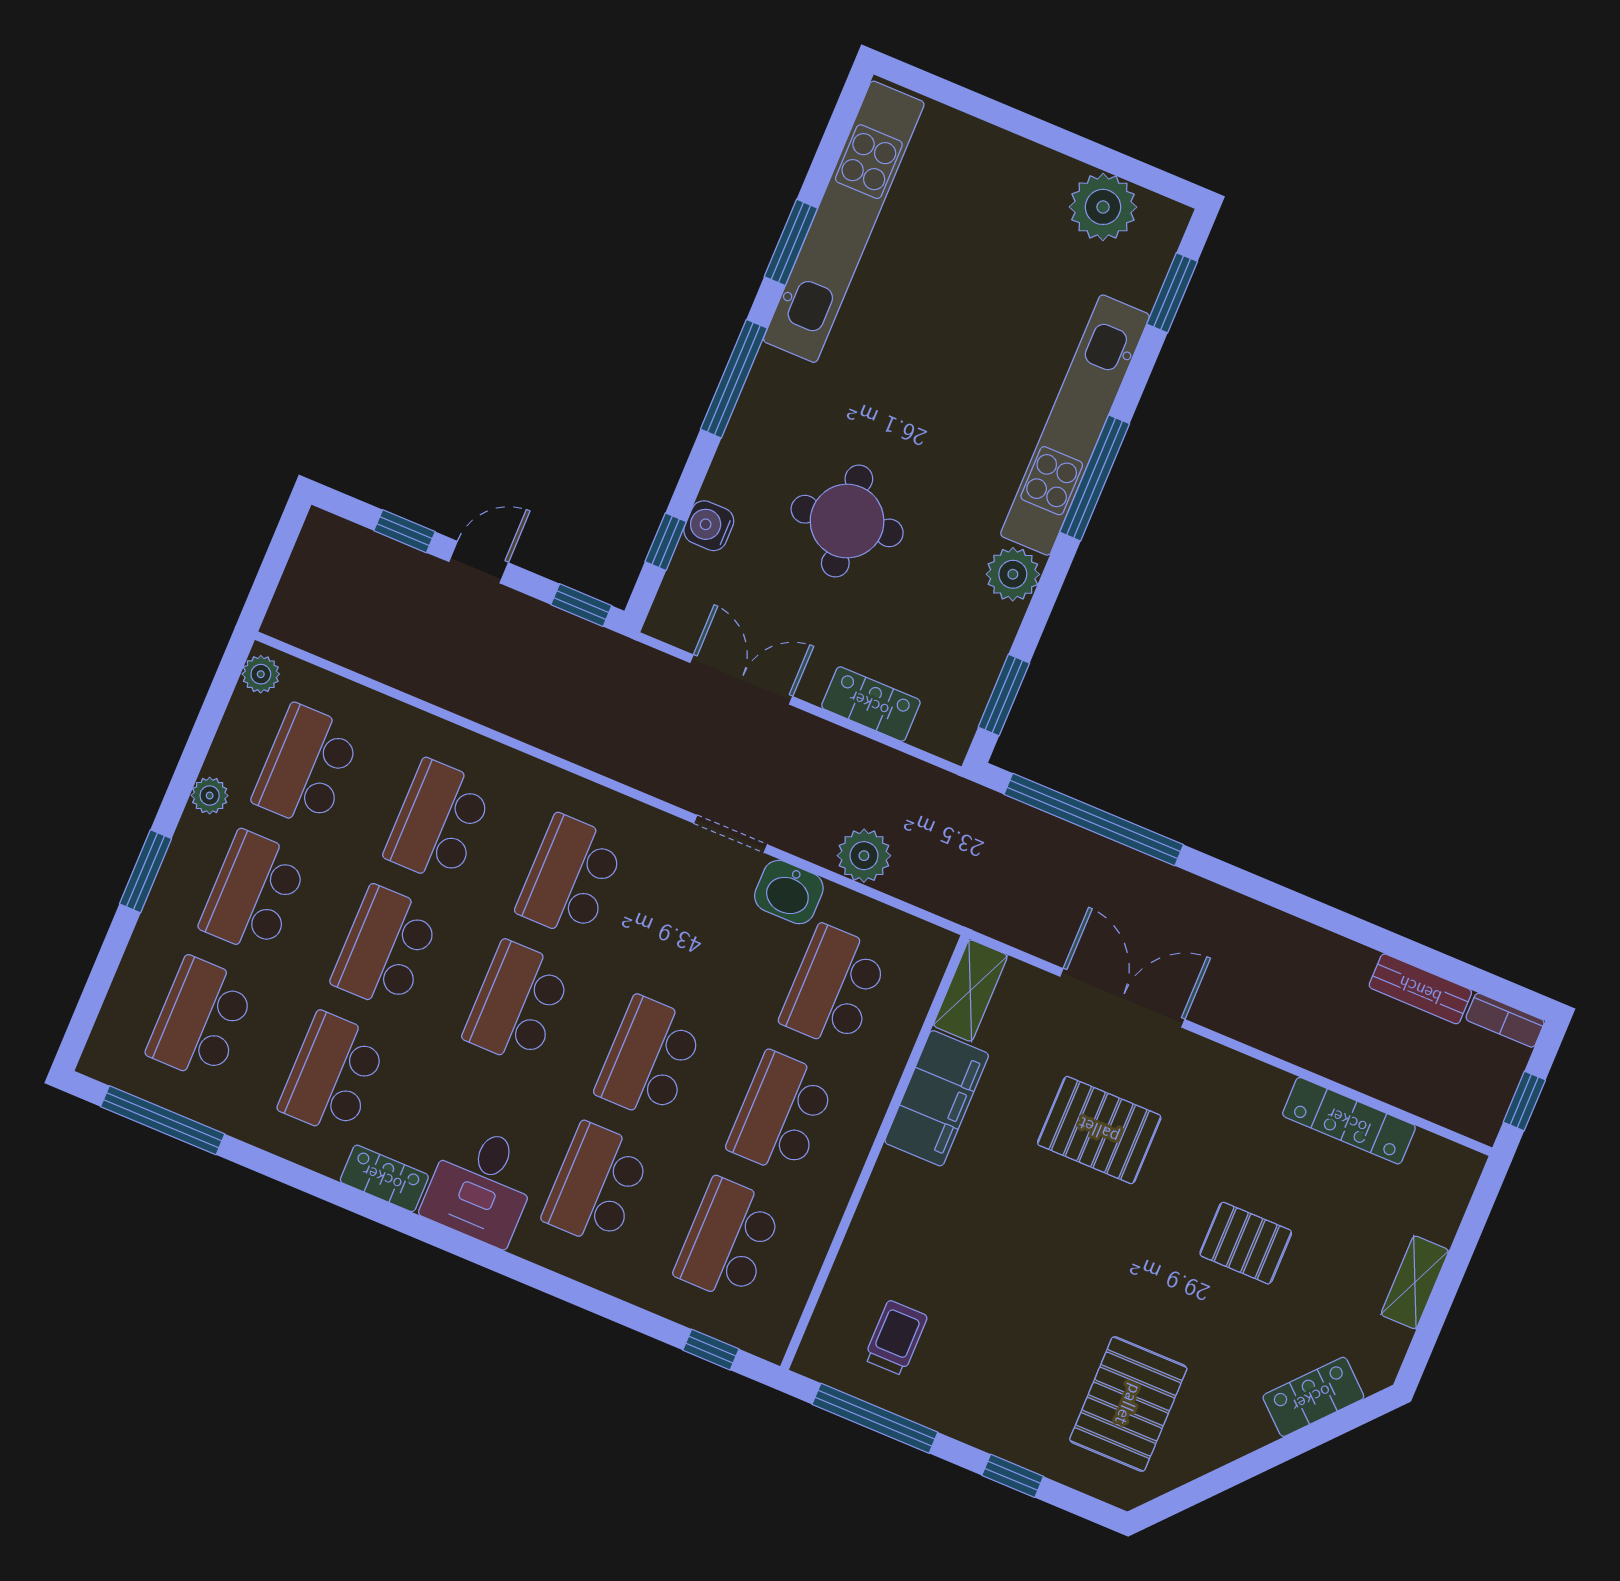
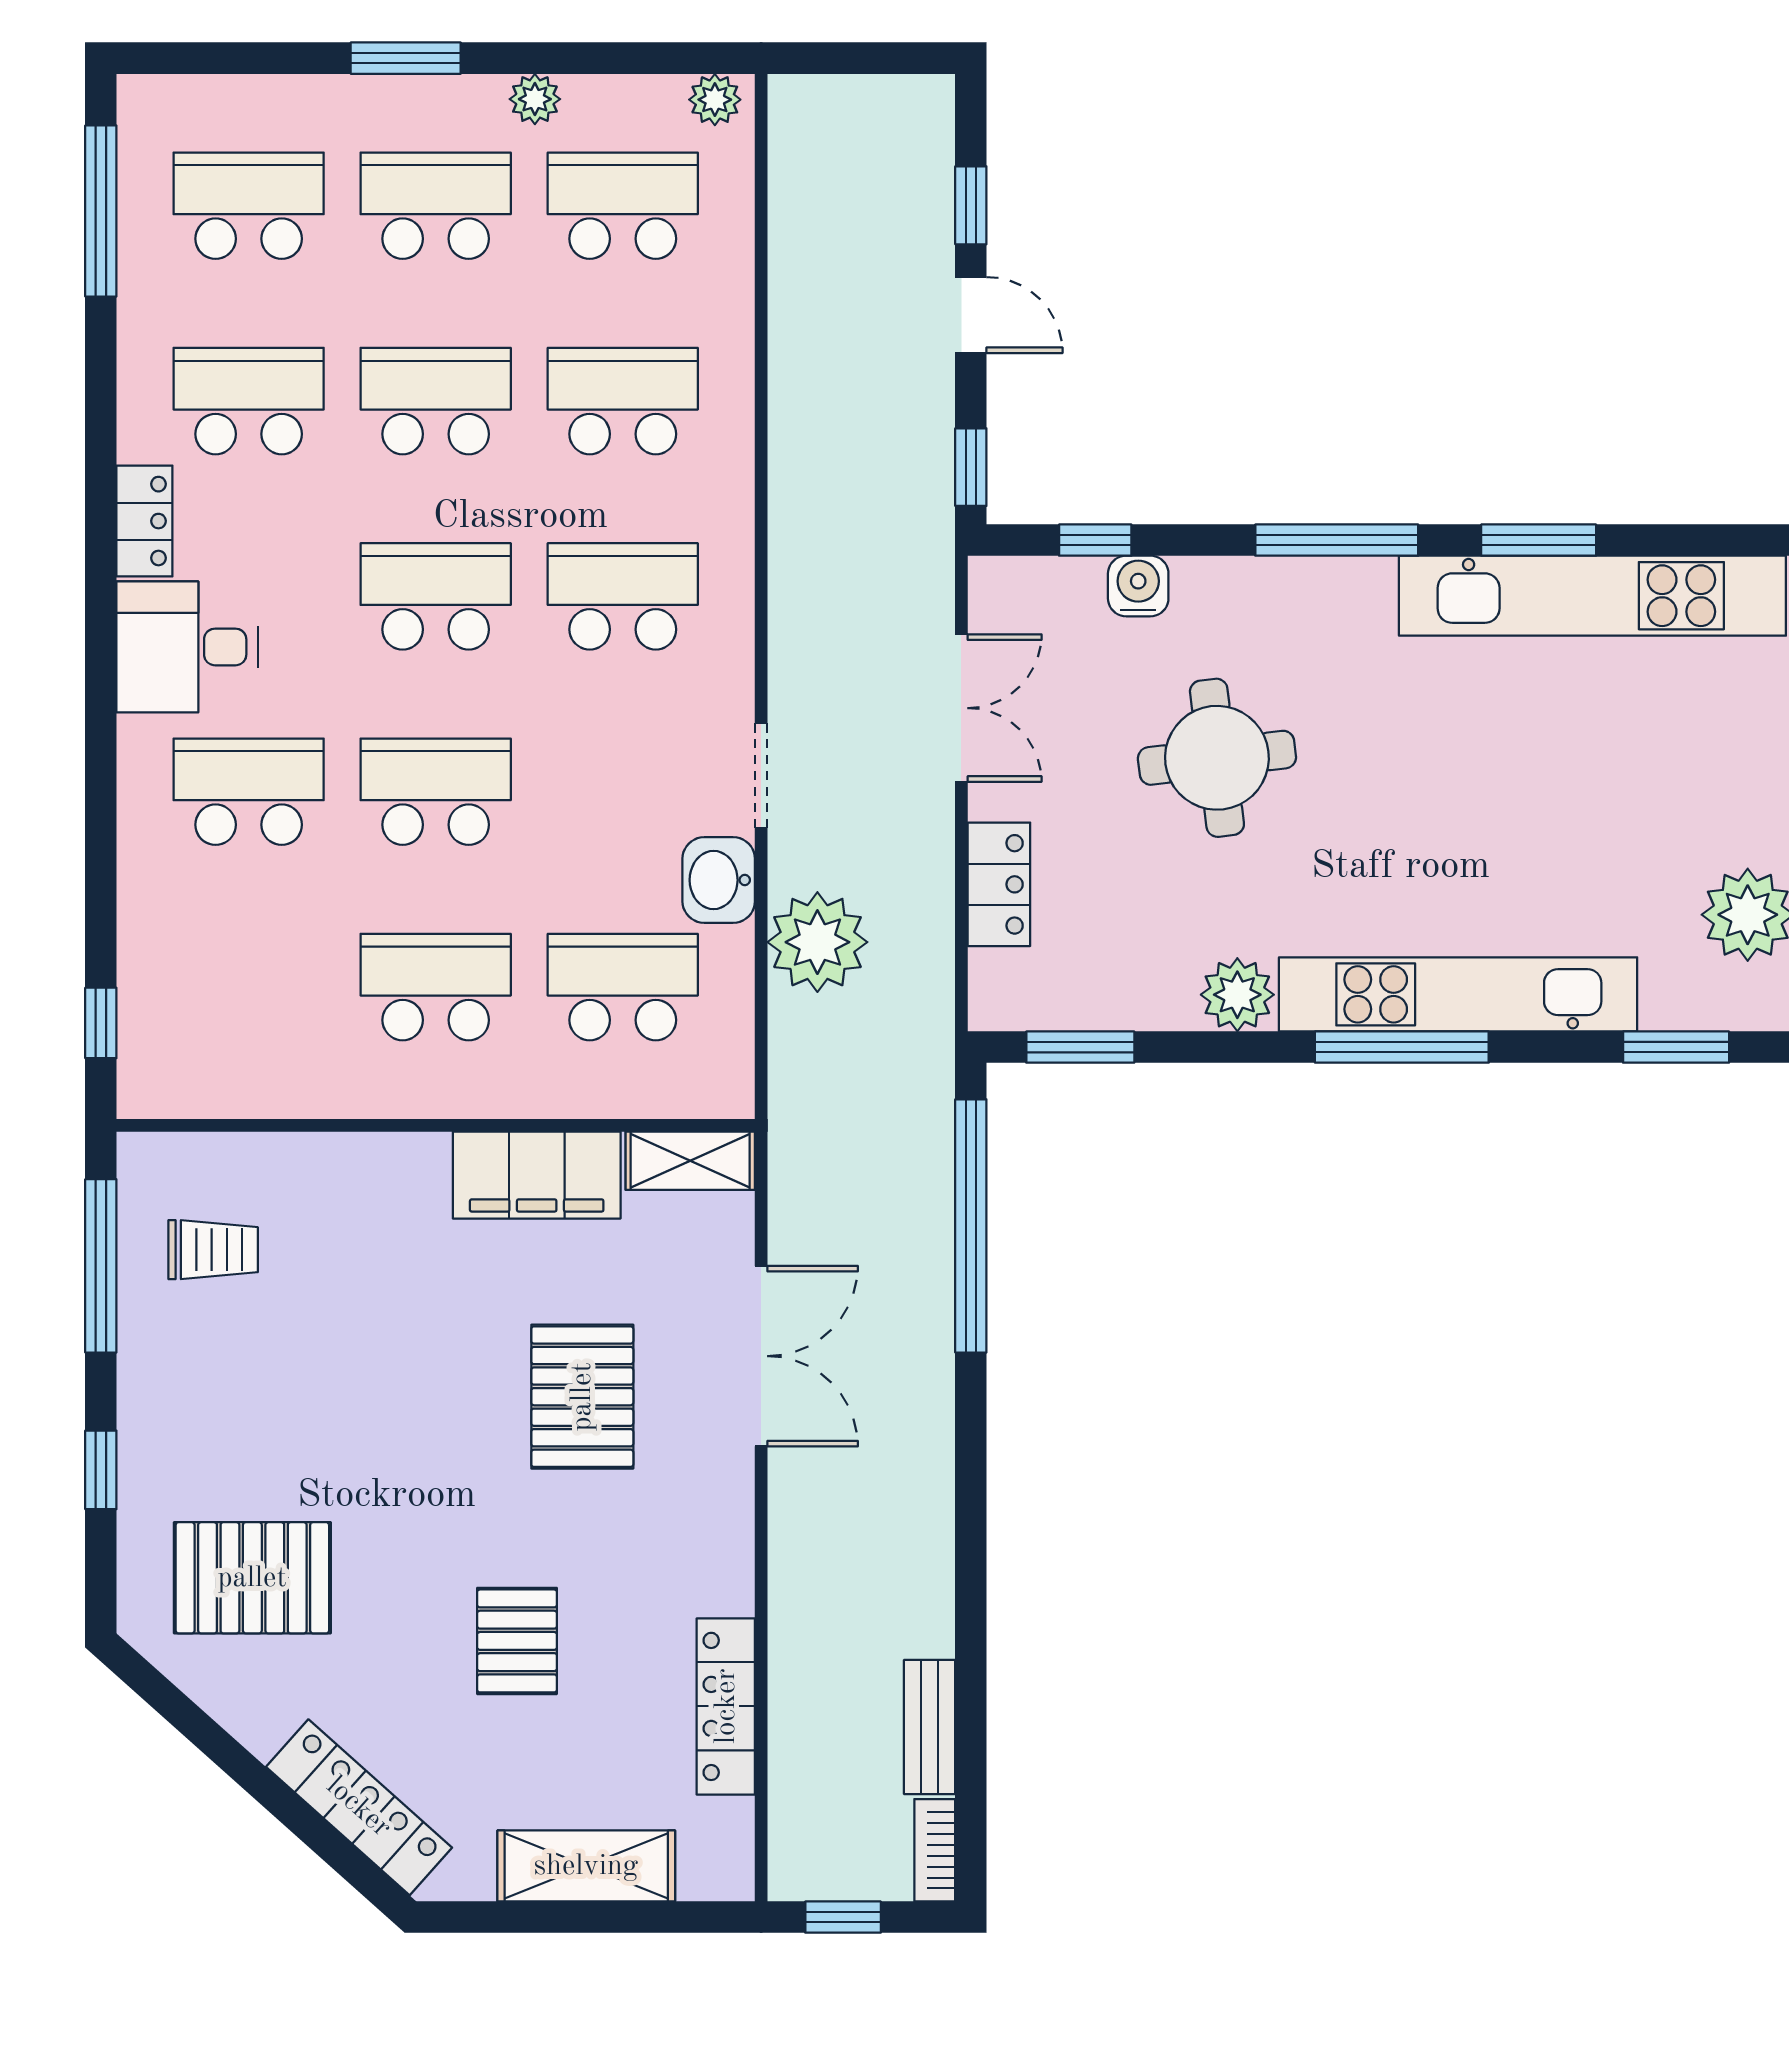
plant: (864, 856) -> (817, 942), width x1.36, depth x1.36
school desk: (728, 1240) -> (249, 987), removed
shelving: (1415, 1282) -> (586, 1866), width x1.50, depth x1.33
locker: (1313, 1397) -> (359, 1807), width x1.53

